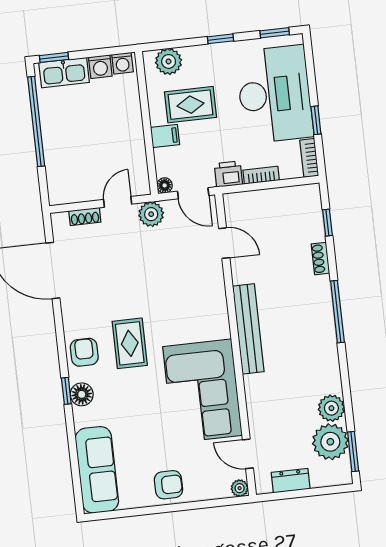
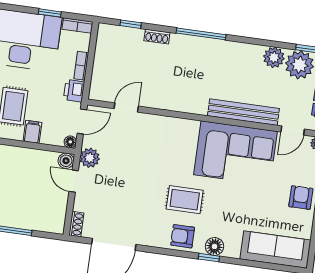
boiler: (140, 186) -> (66, 161), added
shoe rack: (85, 216) -> (76, 224), moved
bench: (248, 329) -> (243, 112), moved

